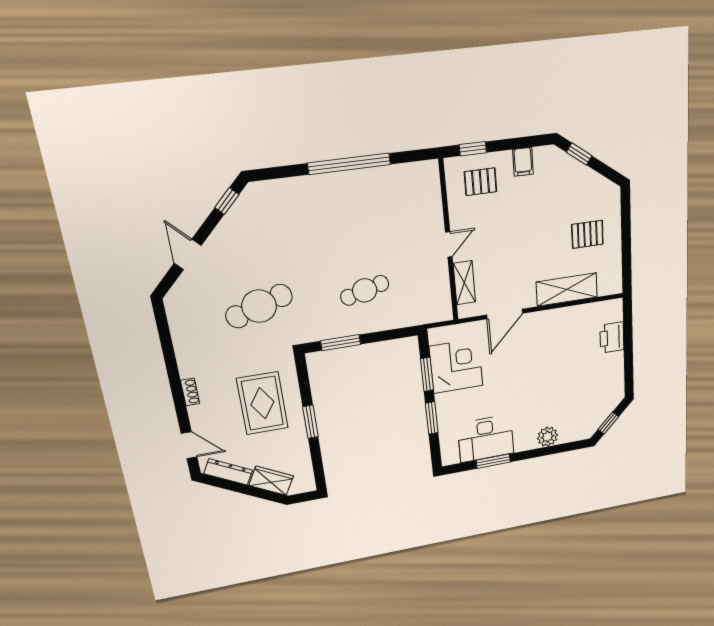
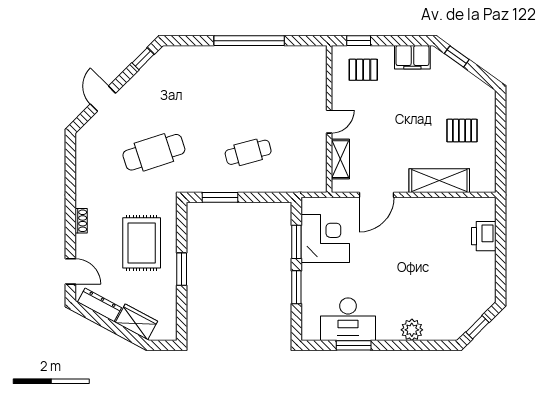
filing cabinet: (523, 162) -> (412, 57), width x2.00

